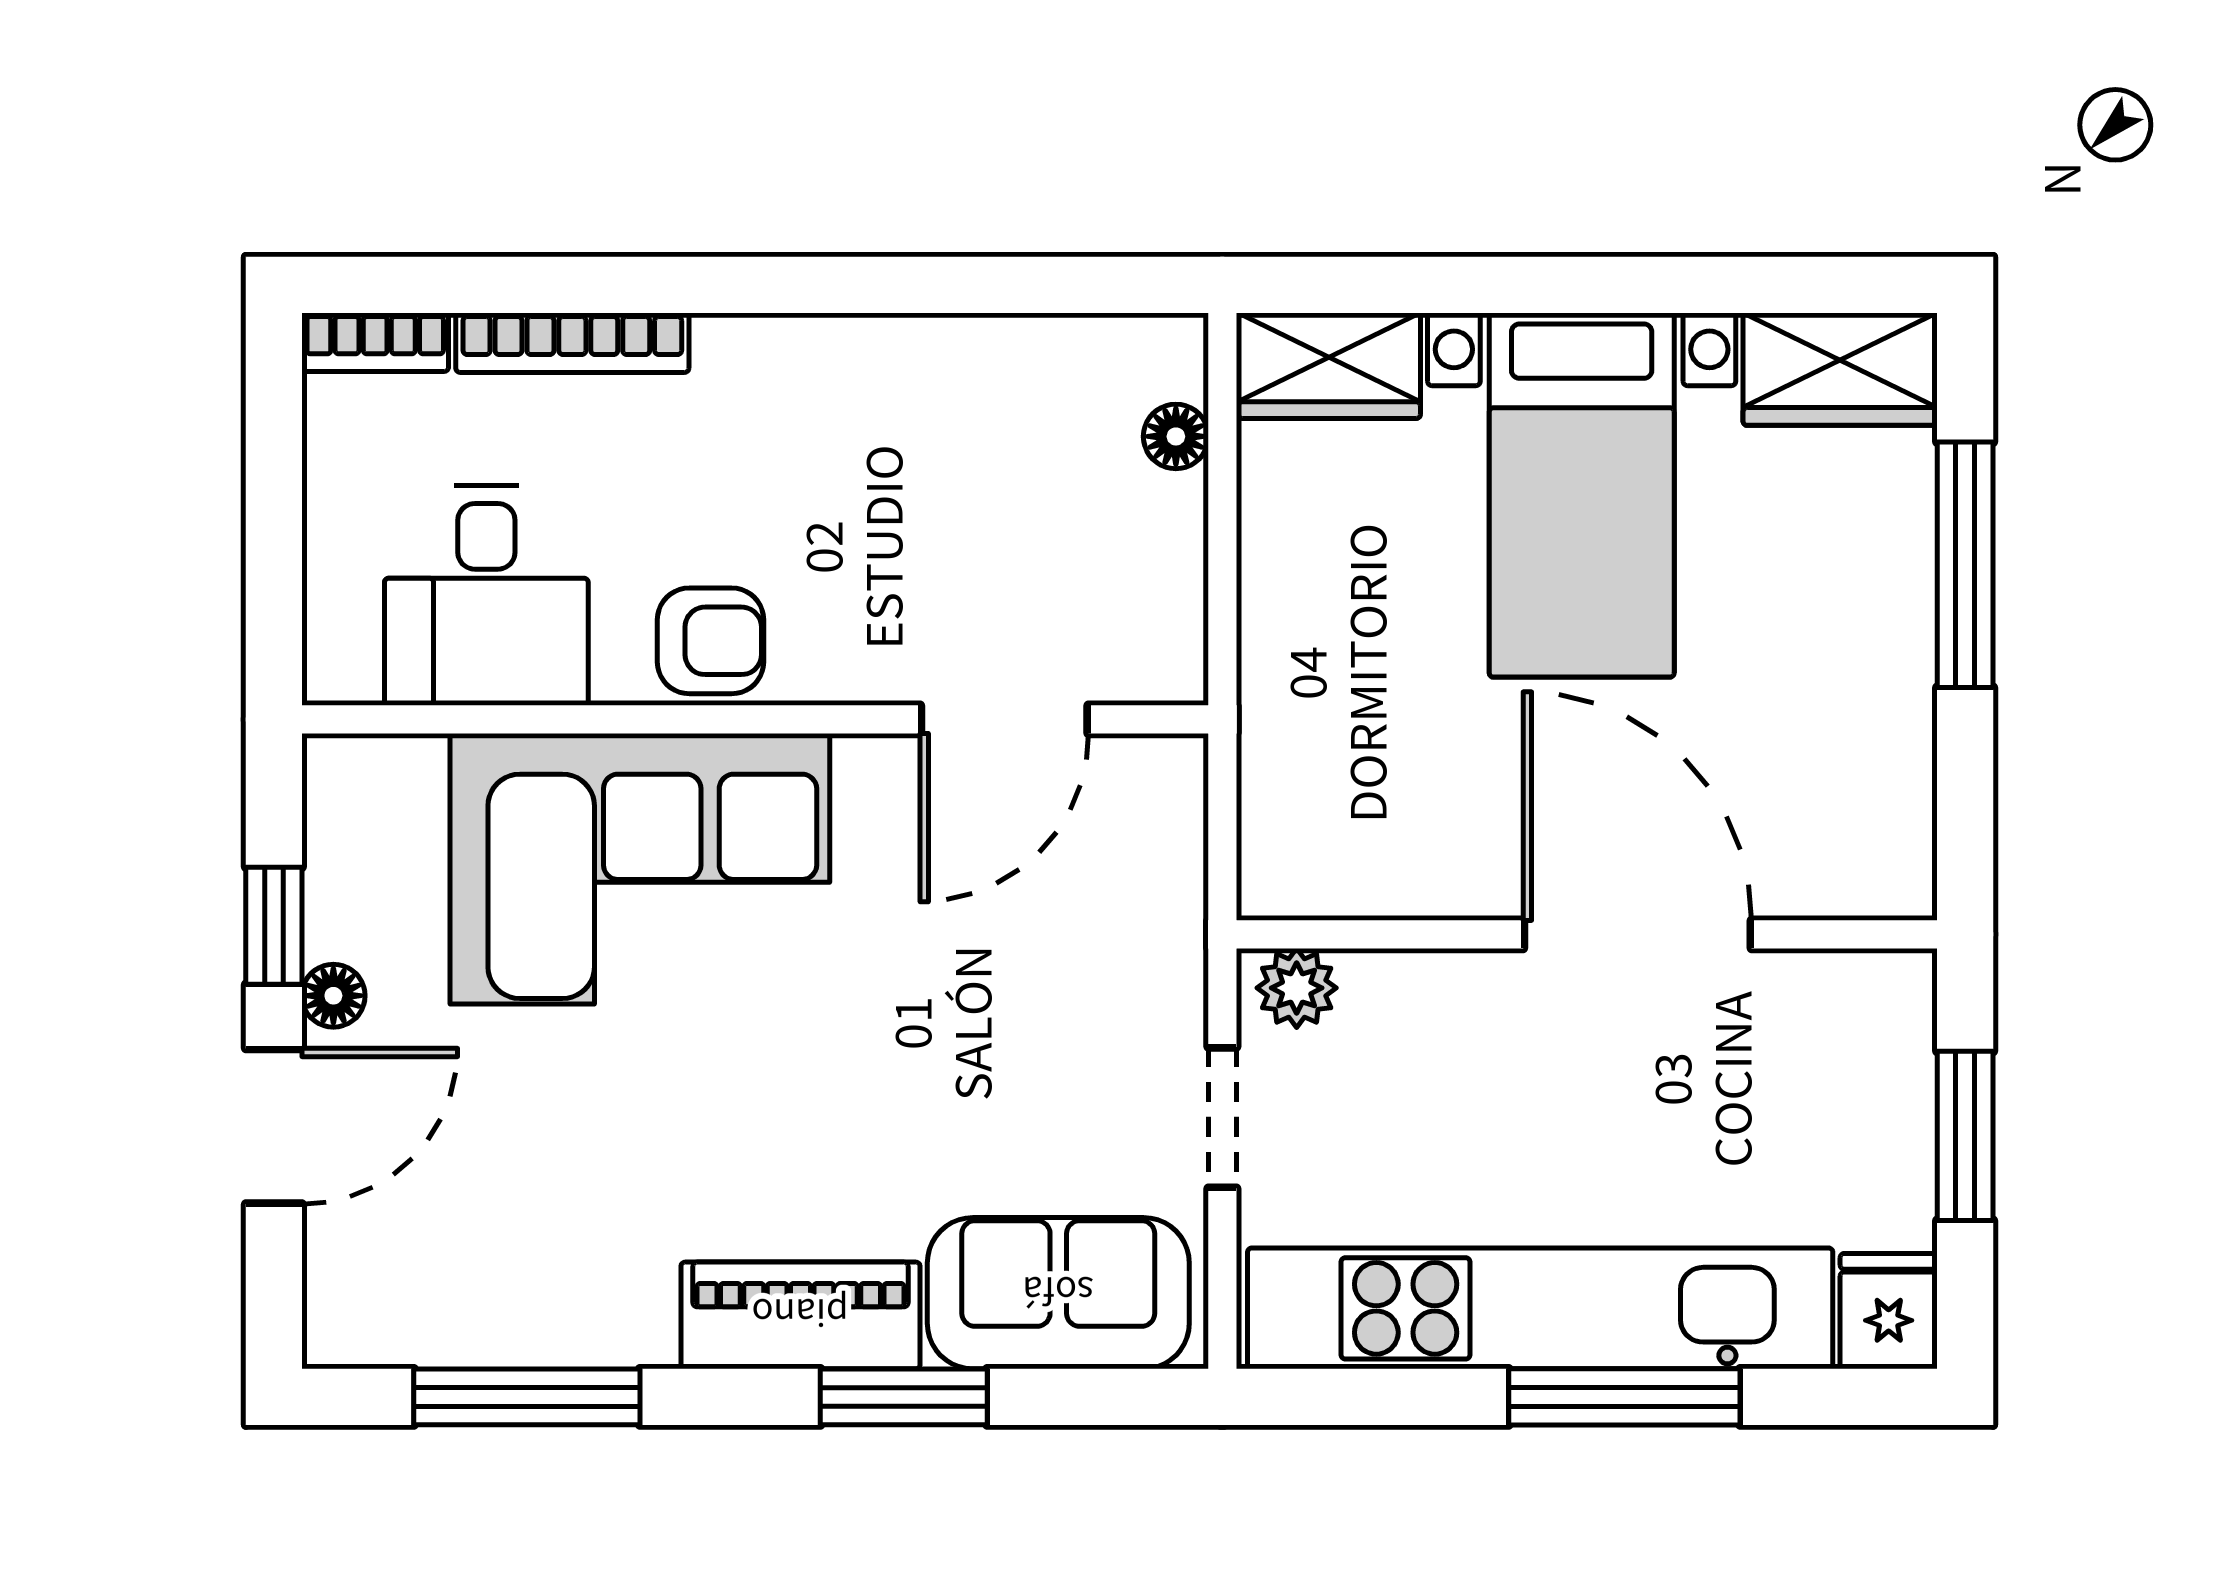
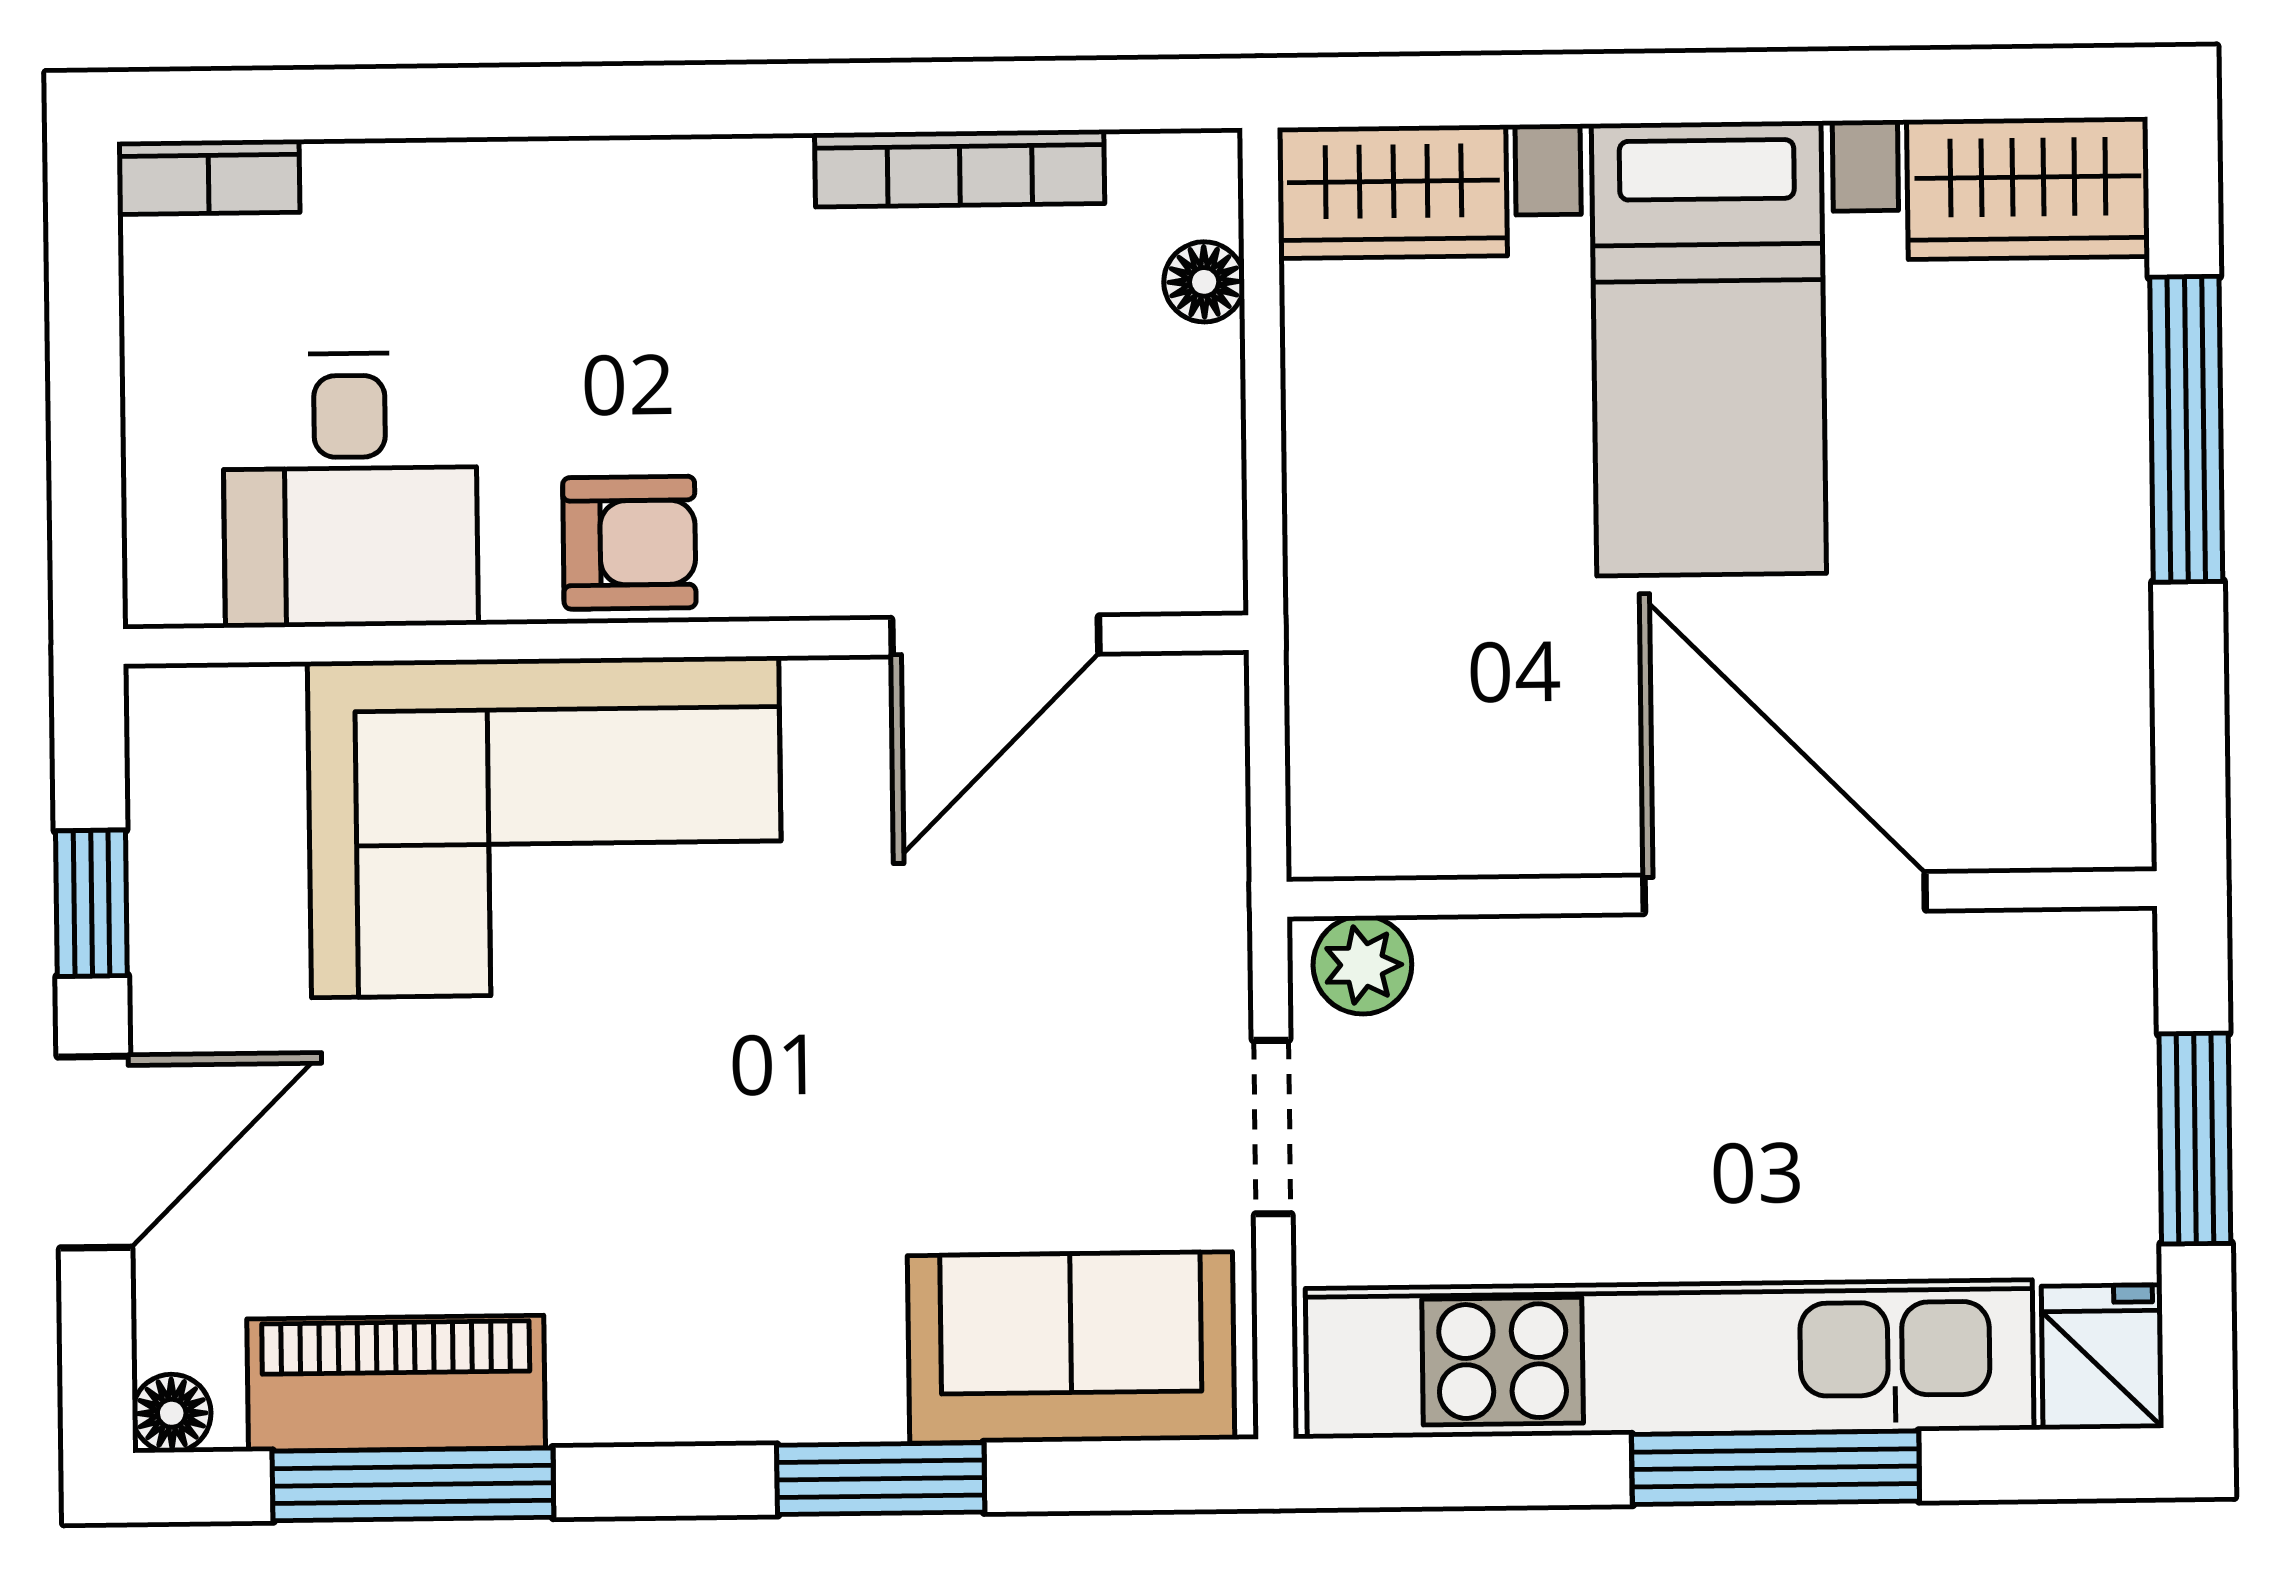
bookcase: (572, 343) -> (960, 168), moved
floor lamp: (333, 996) -> (172, 1413), moved
piano: (800, 1315) -> (396, 1383), moved

